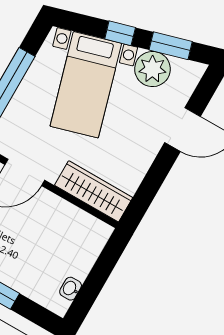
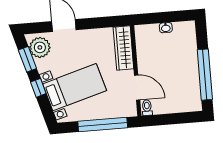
plant: (152, 69) -> (40, 47), moved
washbasin: (71, 289) -> (166, 28), moved

